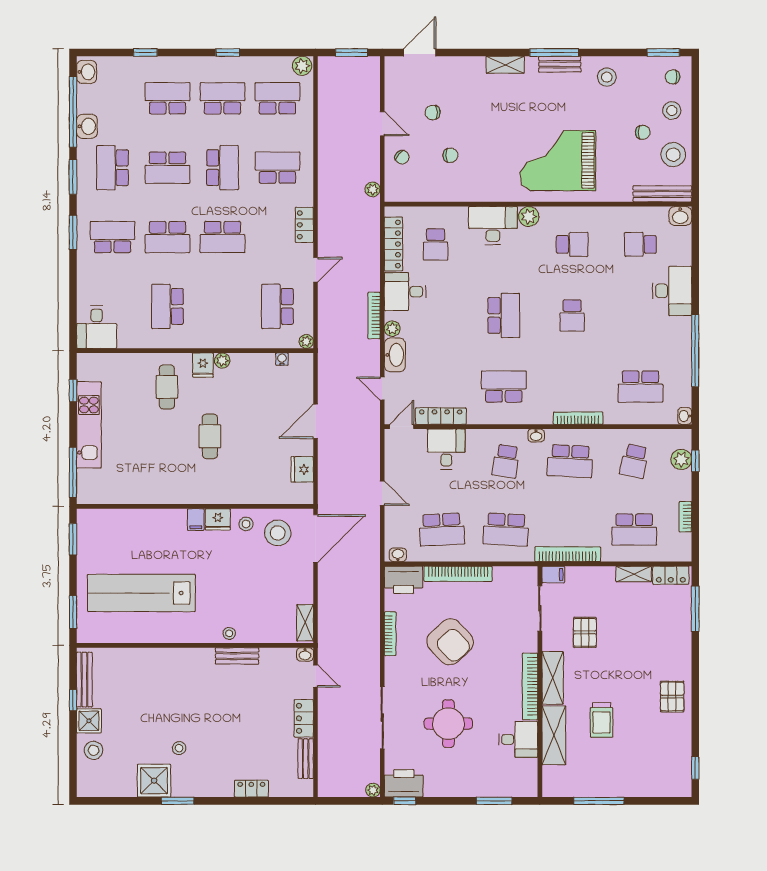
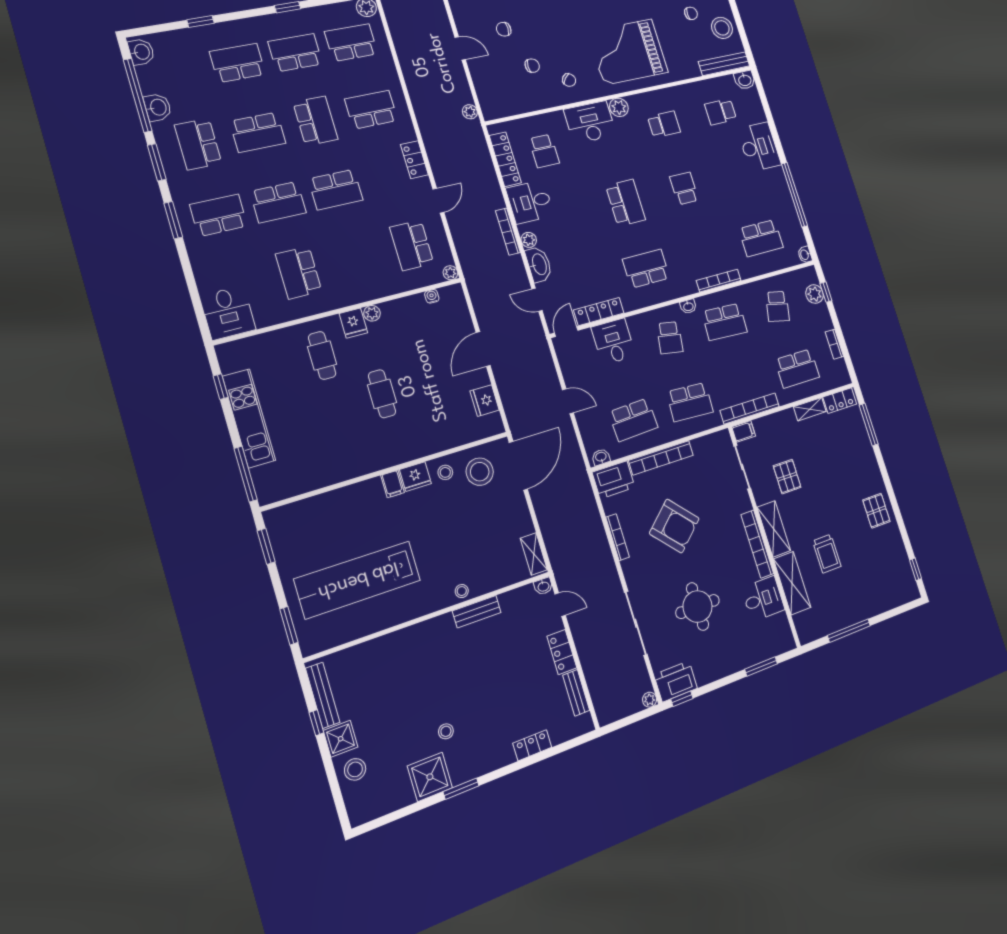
chair: (402, 157) -> (569, 80), moved
school desk: (572, 315) -> (684, 188), turned 180

